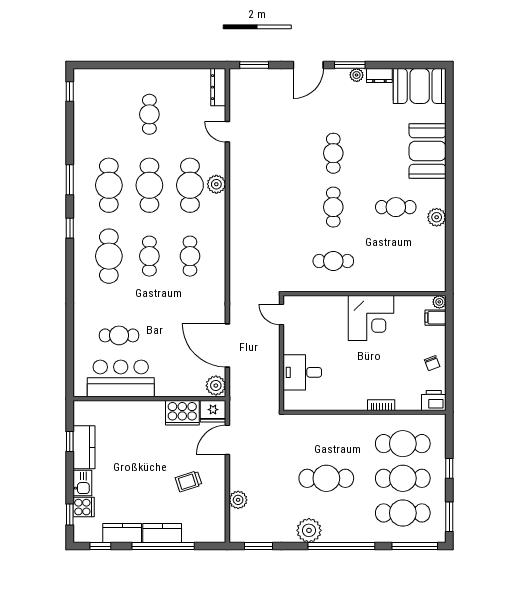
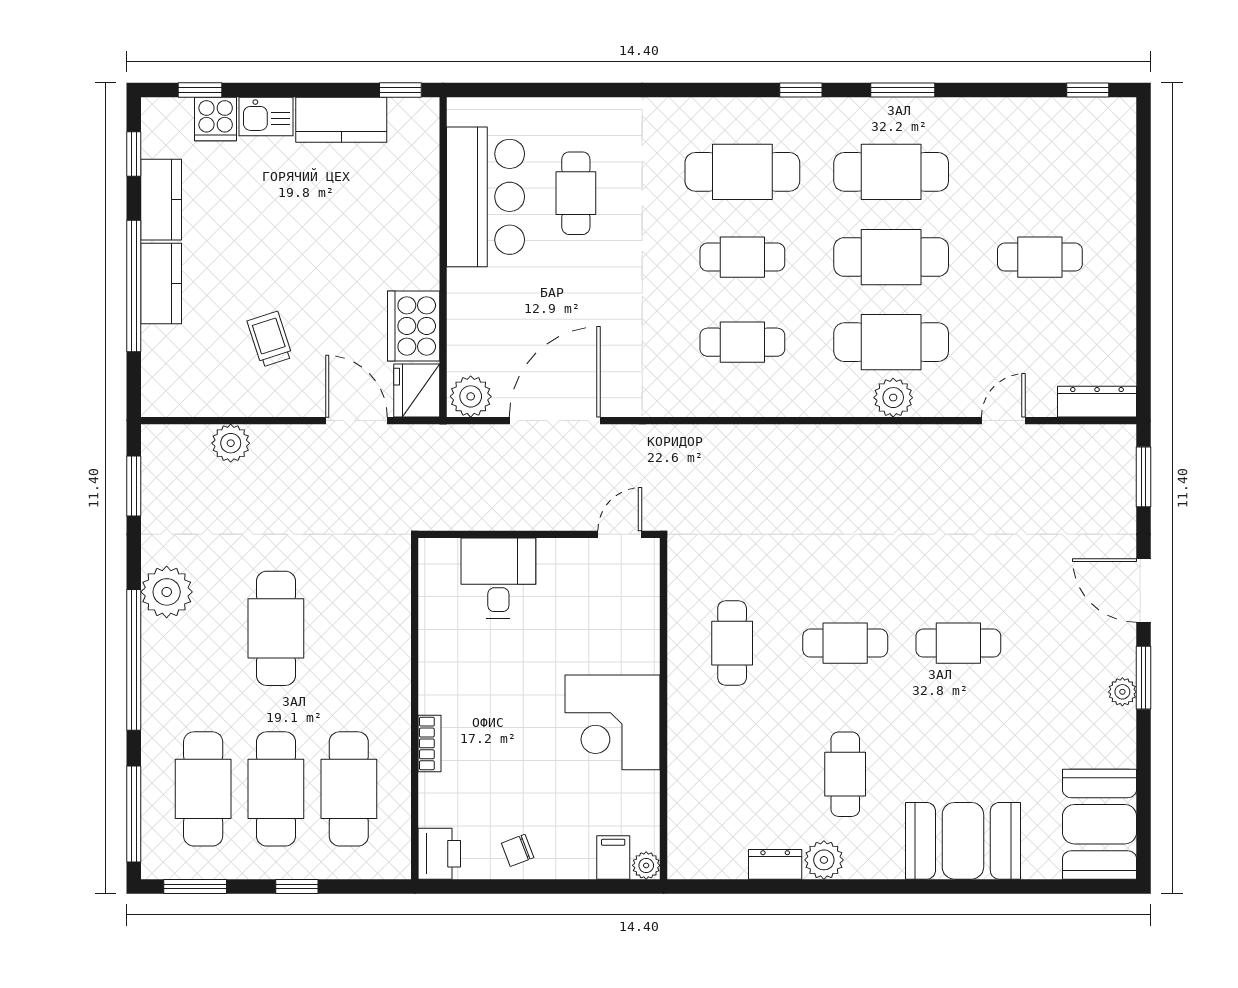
dresser: (379, 75) -> (775, 864), moved, turned 90
window: (70, 441) -> (400, 90), moved

